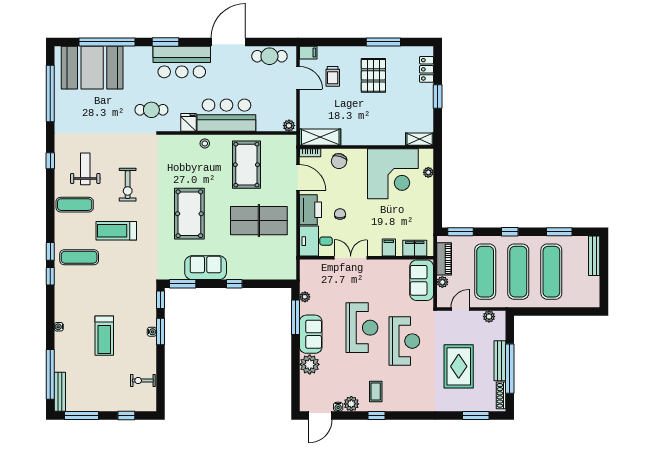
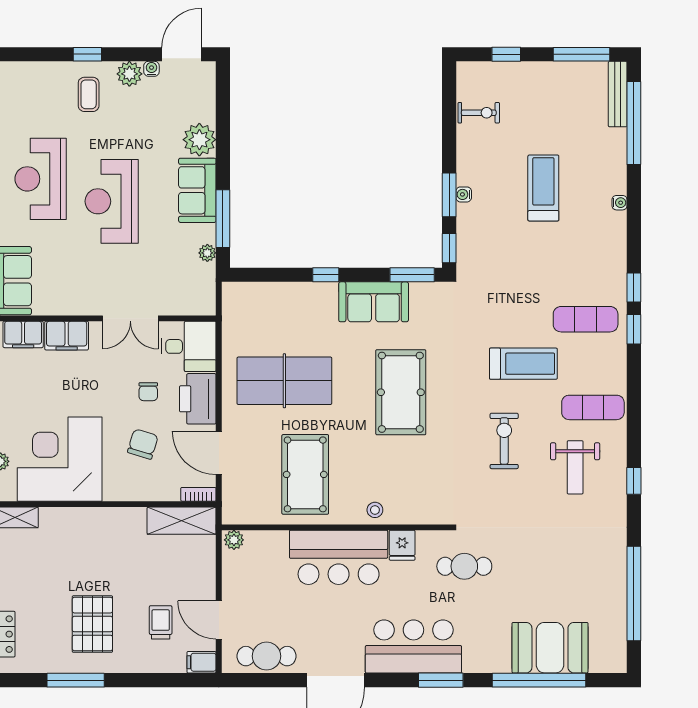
booth: (92, 68) -> (550, 648), width x0.73, depth x0.70
chair: (339, 161) -> (143, 444), moved
filing cabinet: (389, 247) -> (67, 336), width x2.00

